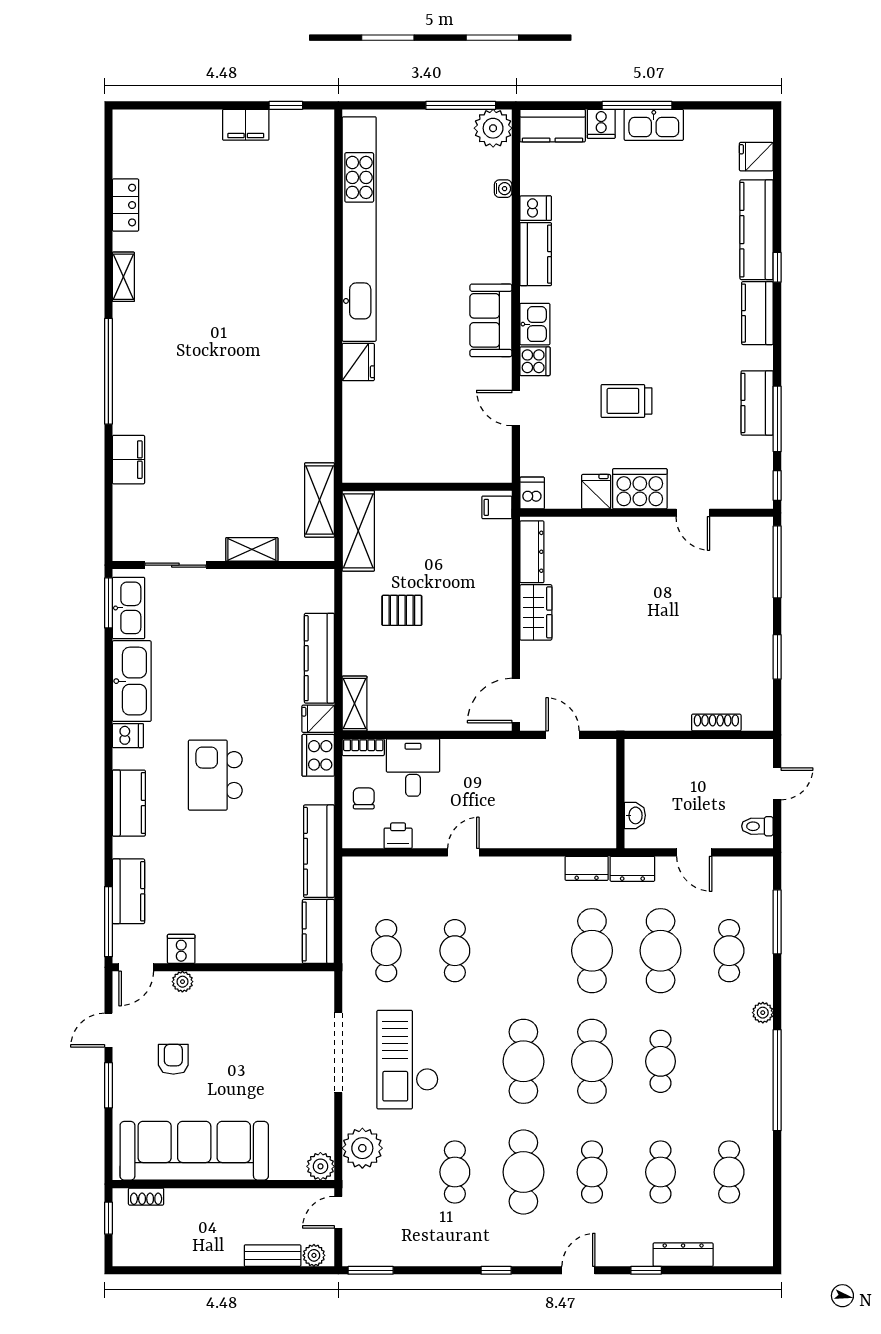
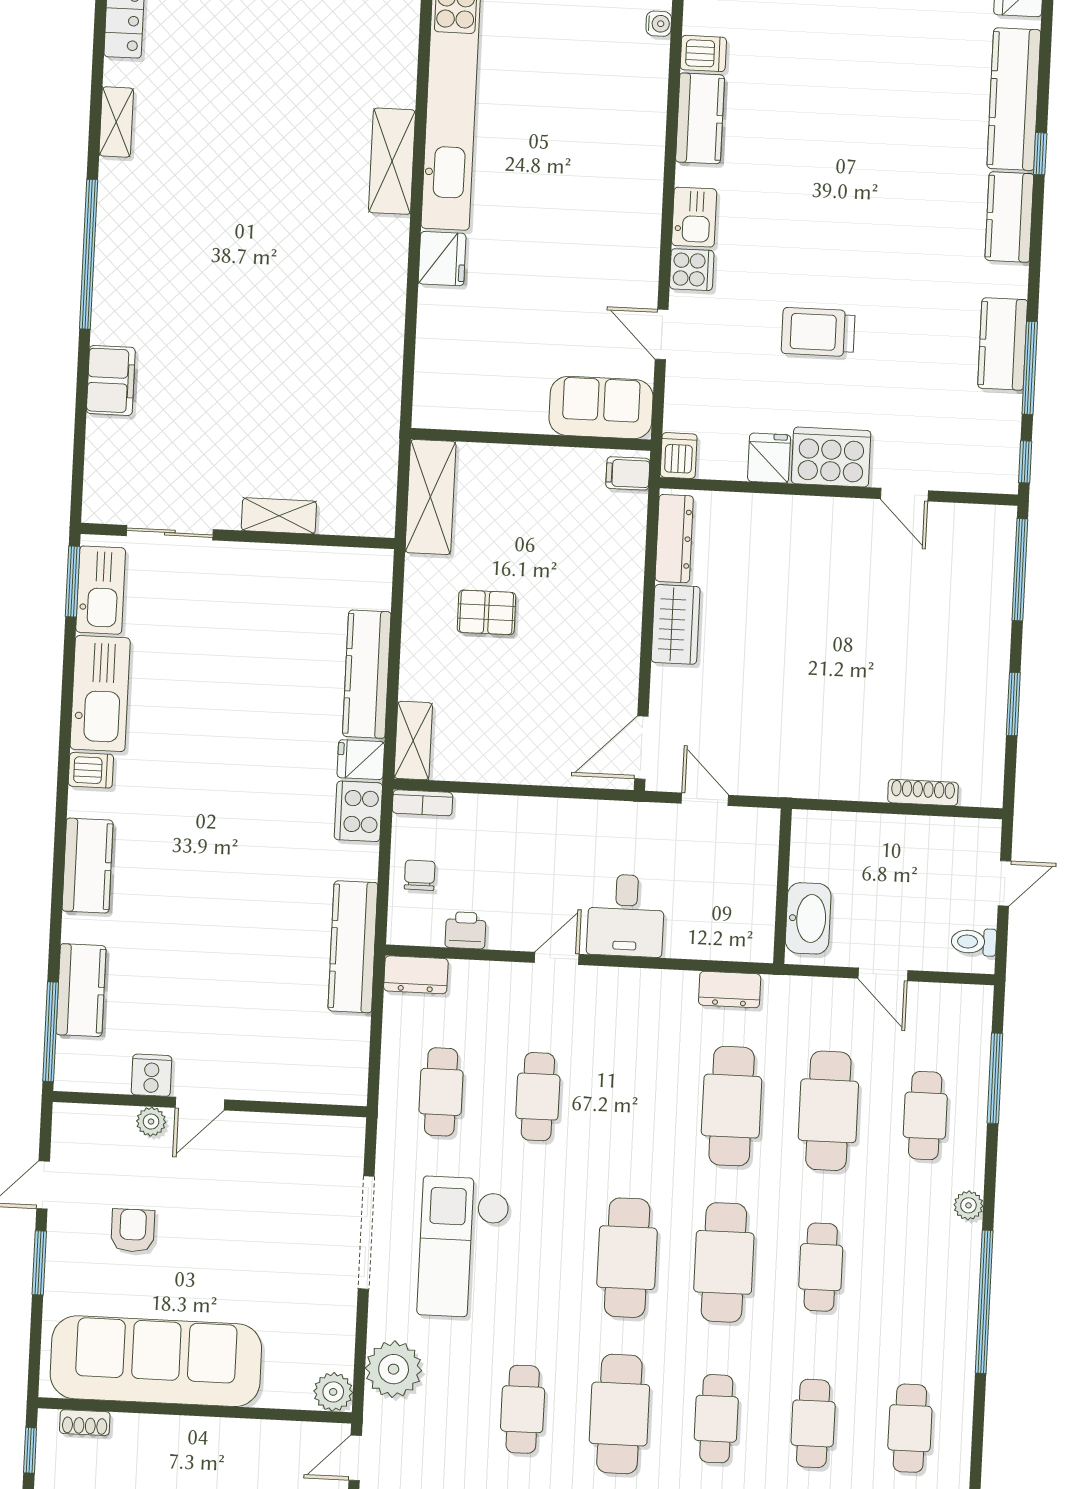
sofa: (491, 320) -> (601, 408), moved, turned 90
shelving: (320, 500) -> (392, 161), moved
desk: (413, 767) -> (626, 916), moved, turned 180
kitchen island: (215, 775) -> (212, 832), removed
washbasin: (635, 815) -> (808, 918), width x1.91, depth x1.45
dresser: (632, 869) -> (416, 975), moved
kitchen counter: (318, 931) -> (346, 1060), removed
door: (136, 967) -> (200, 1104), moved

